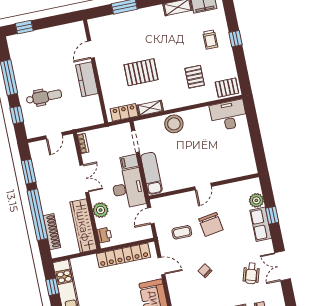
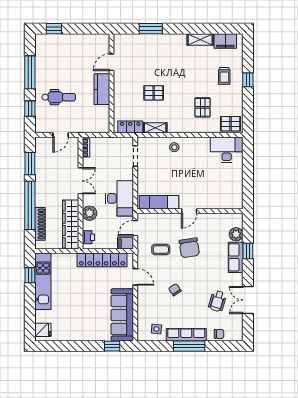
pallet: (141, 72) -> (154, 93), width x0.67, depth x0.71
stool: (174, 124) -> (174, 147), width x0.53, depth x0.53
filing cabinet: (129, 162) -> (125, 243), moved
exam couch: (152, 173) -> (159, 202), moved, turned -90

